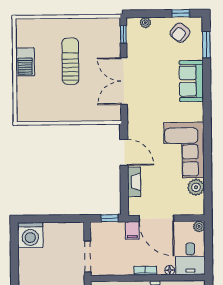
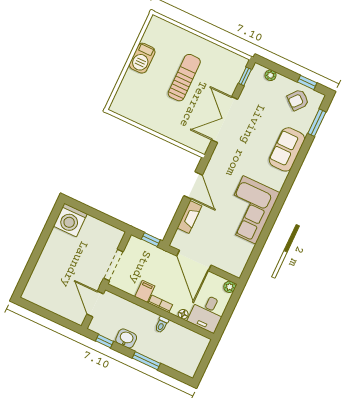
plant: (196, 187) -> (244, 249), removed
filing cabinet: (132, 230) -> (145, 291), moved, turned 180

